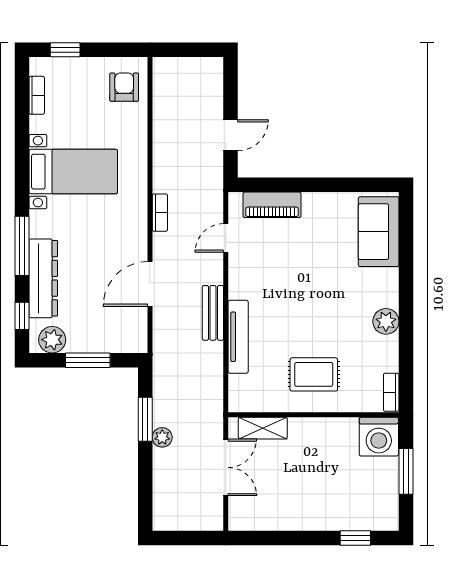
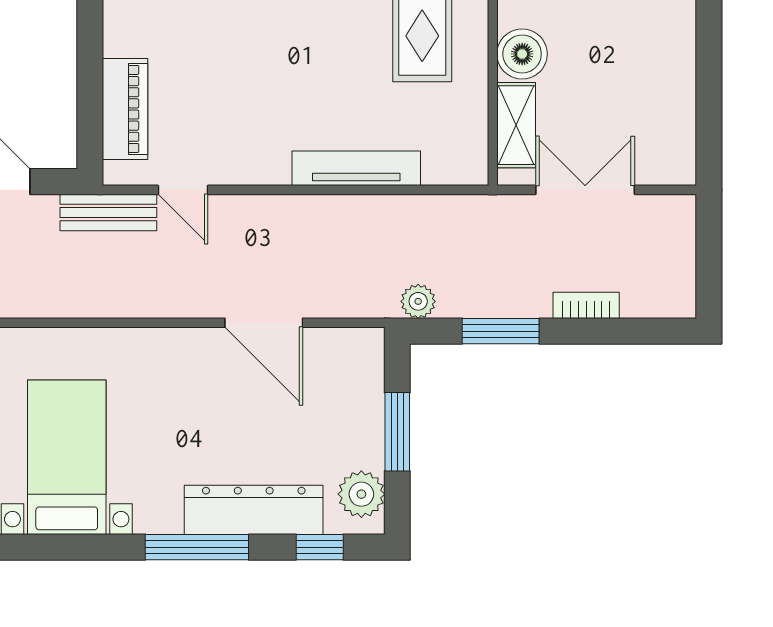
bookcase: (160, 213) -> (586, 305), moved
bench: (213, 313) -> (108, 212), moved
boiler: (303, 431) -> (522, 54), added
plant: (162, 437) -> (418, 301), moved

